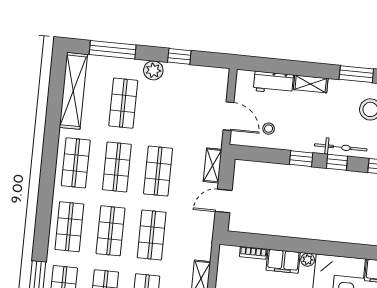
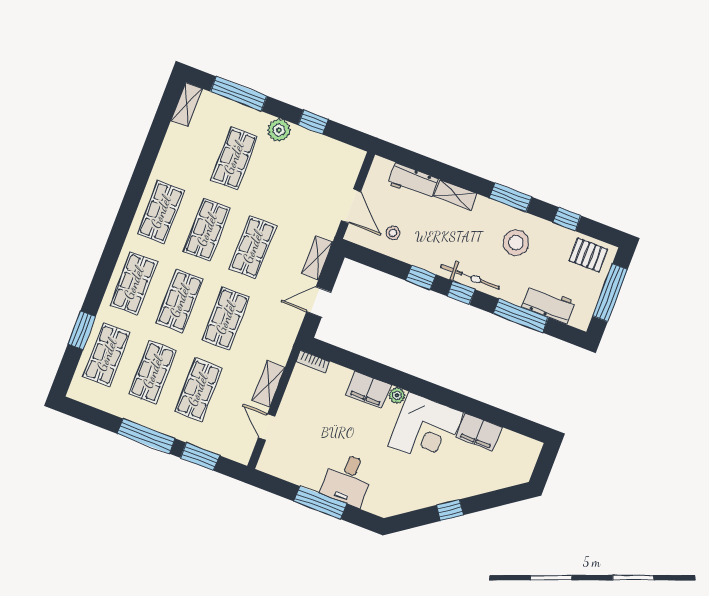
shelving: (73, 91) -> (187, 105), width x0.45, depth x0.75
bookcase: (253, 253) -> (313, 362), moved

